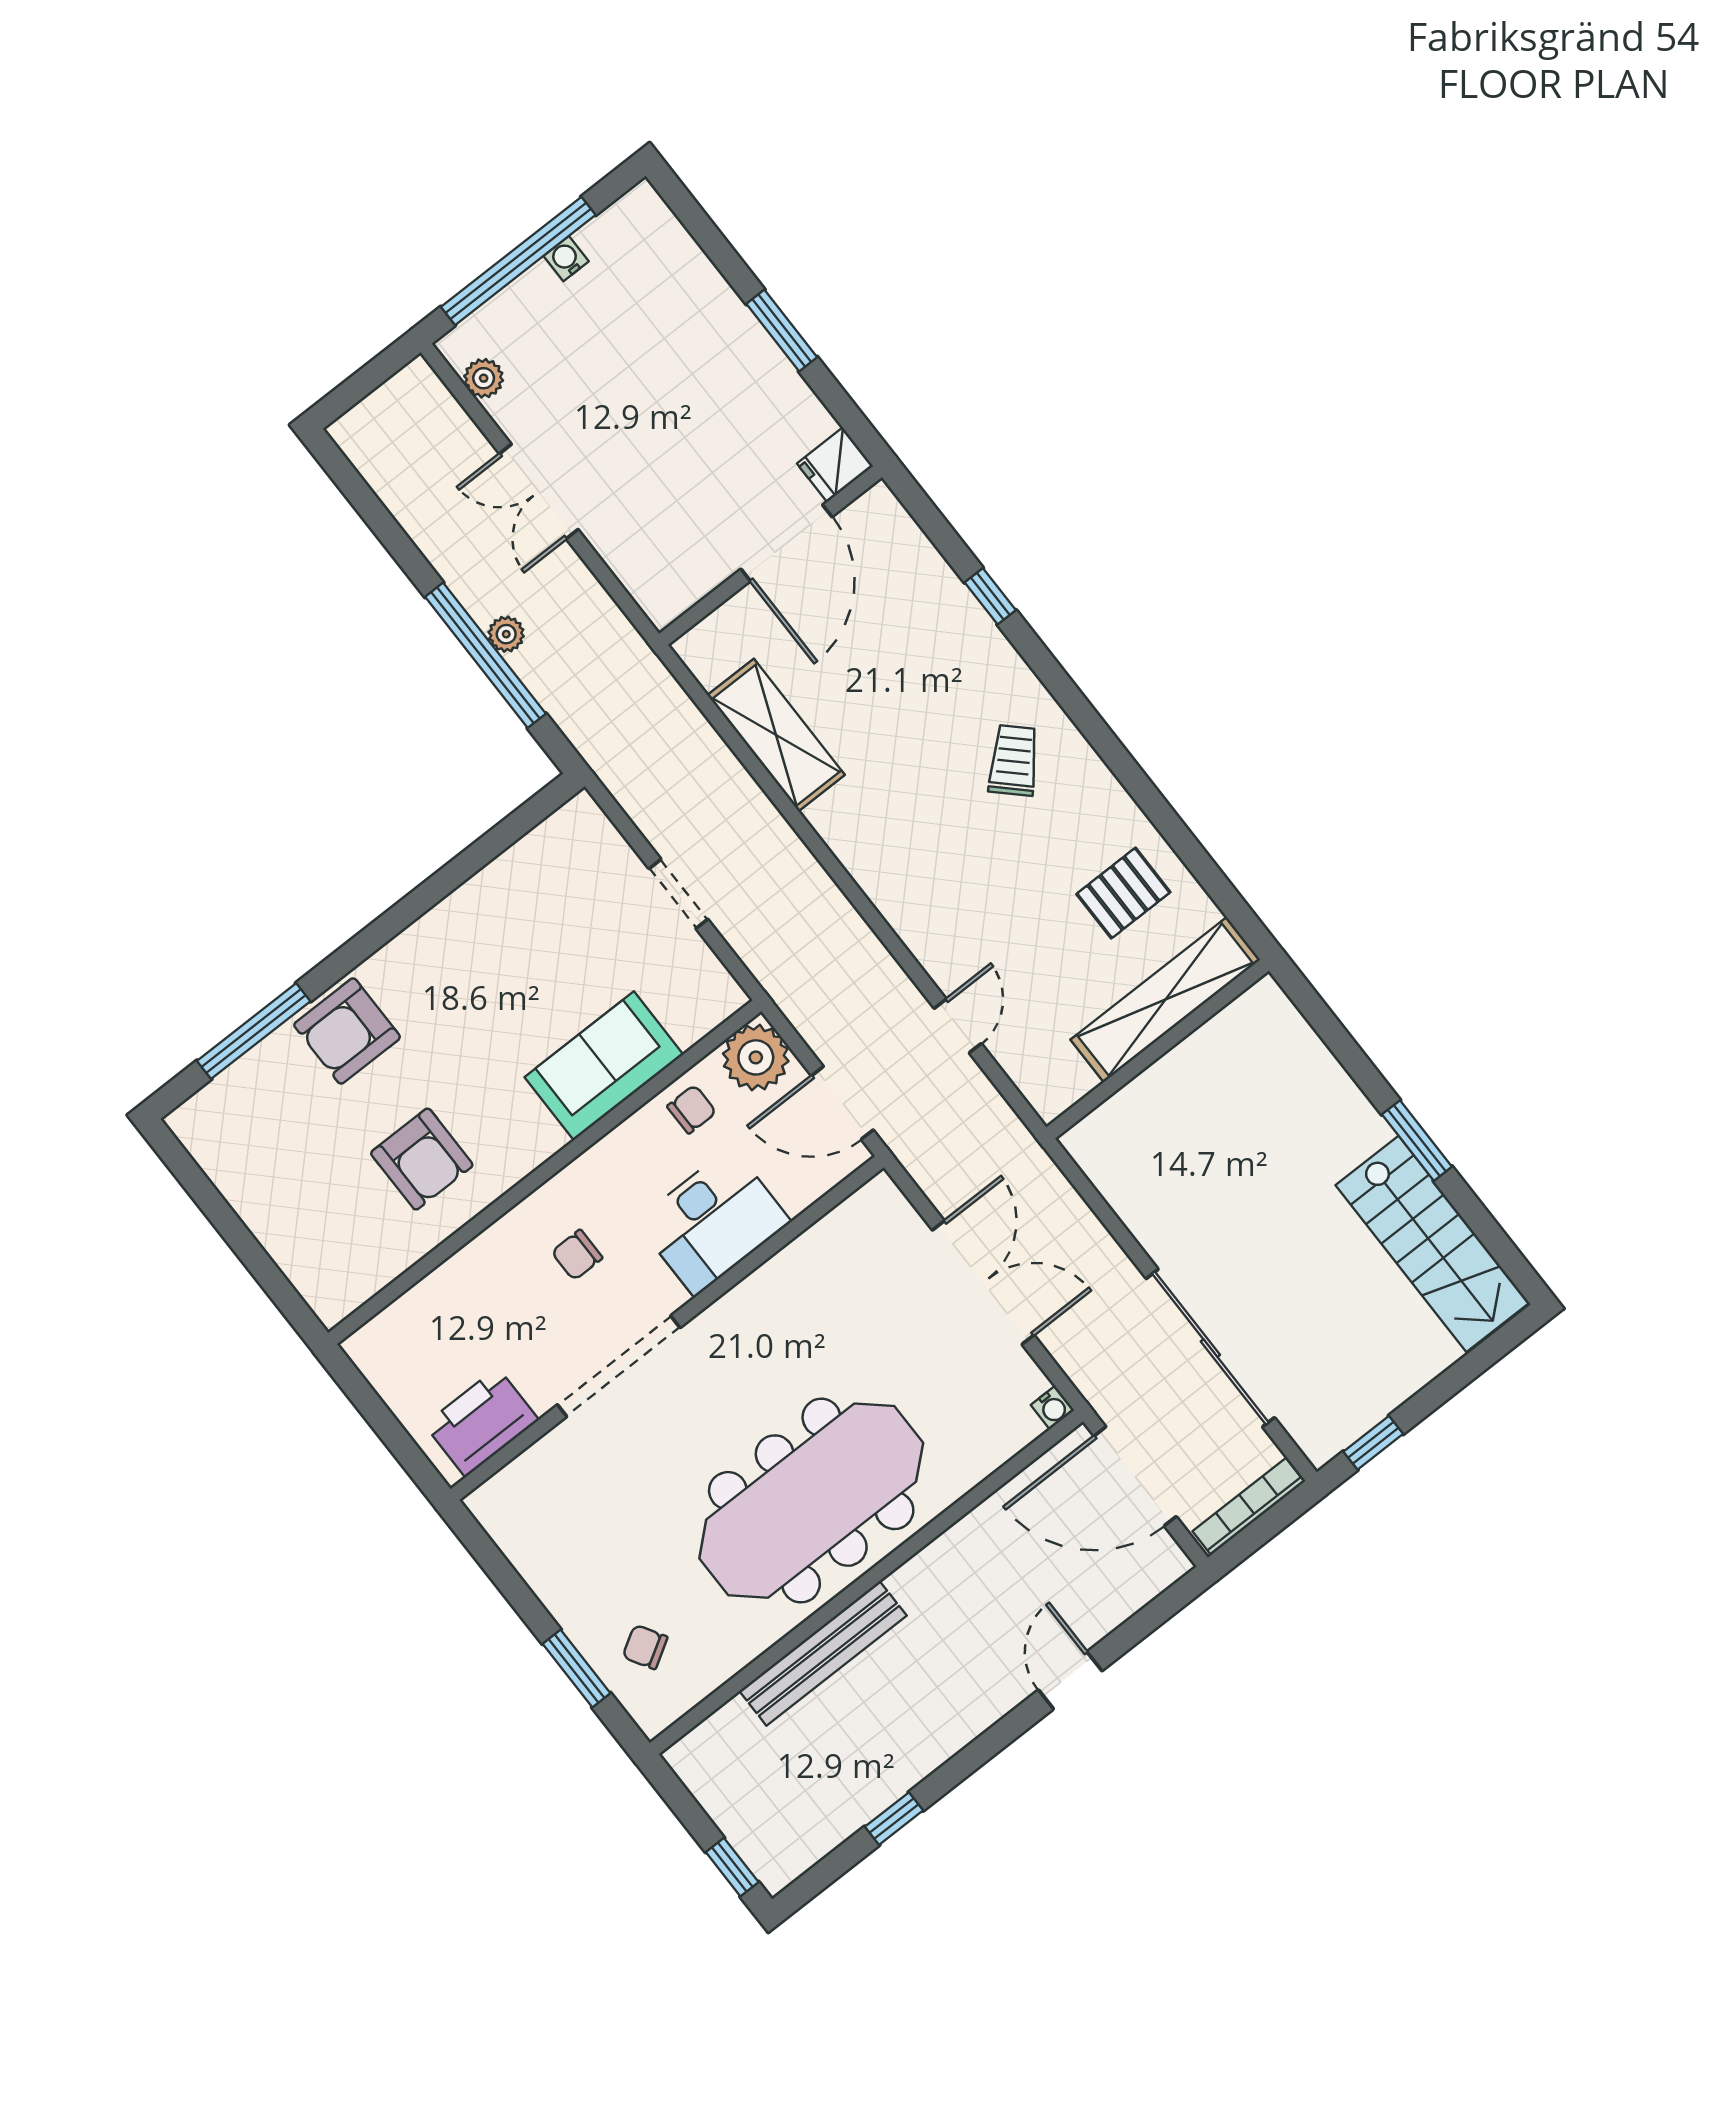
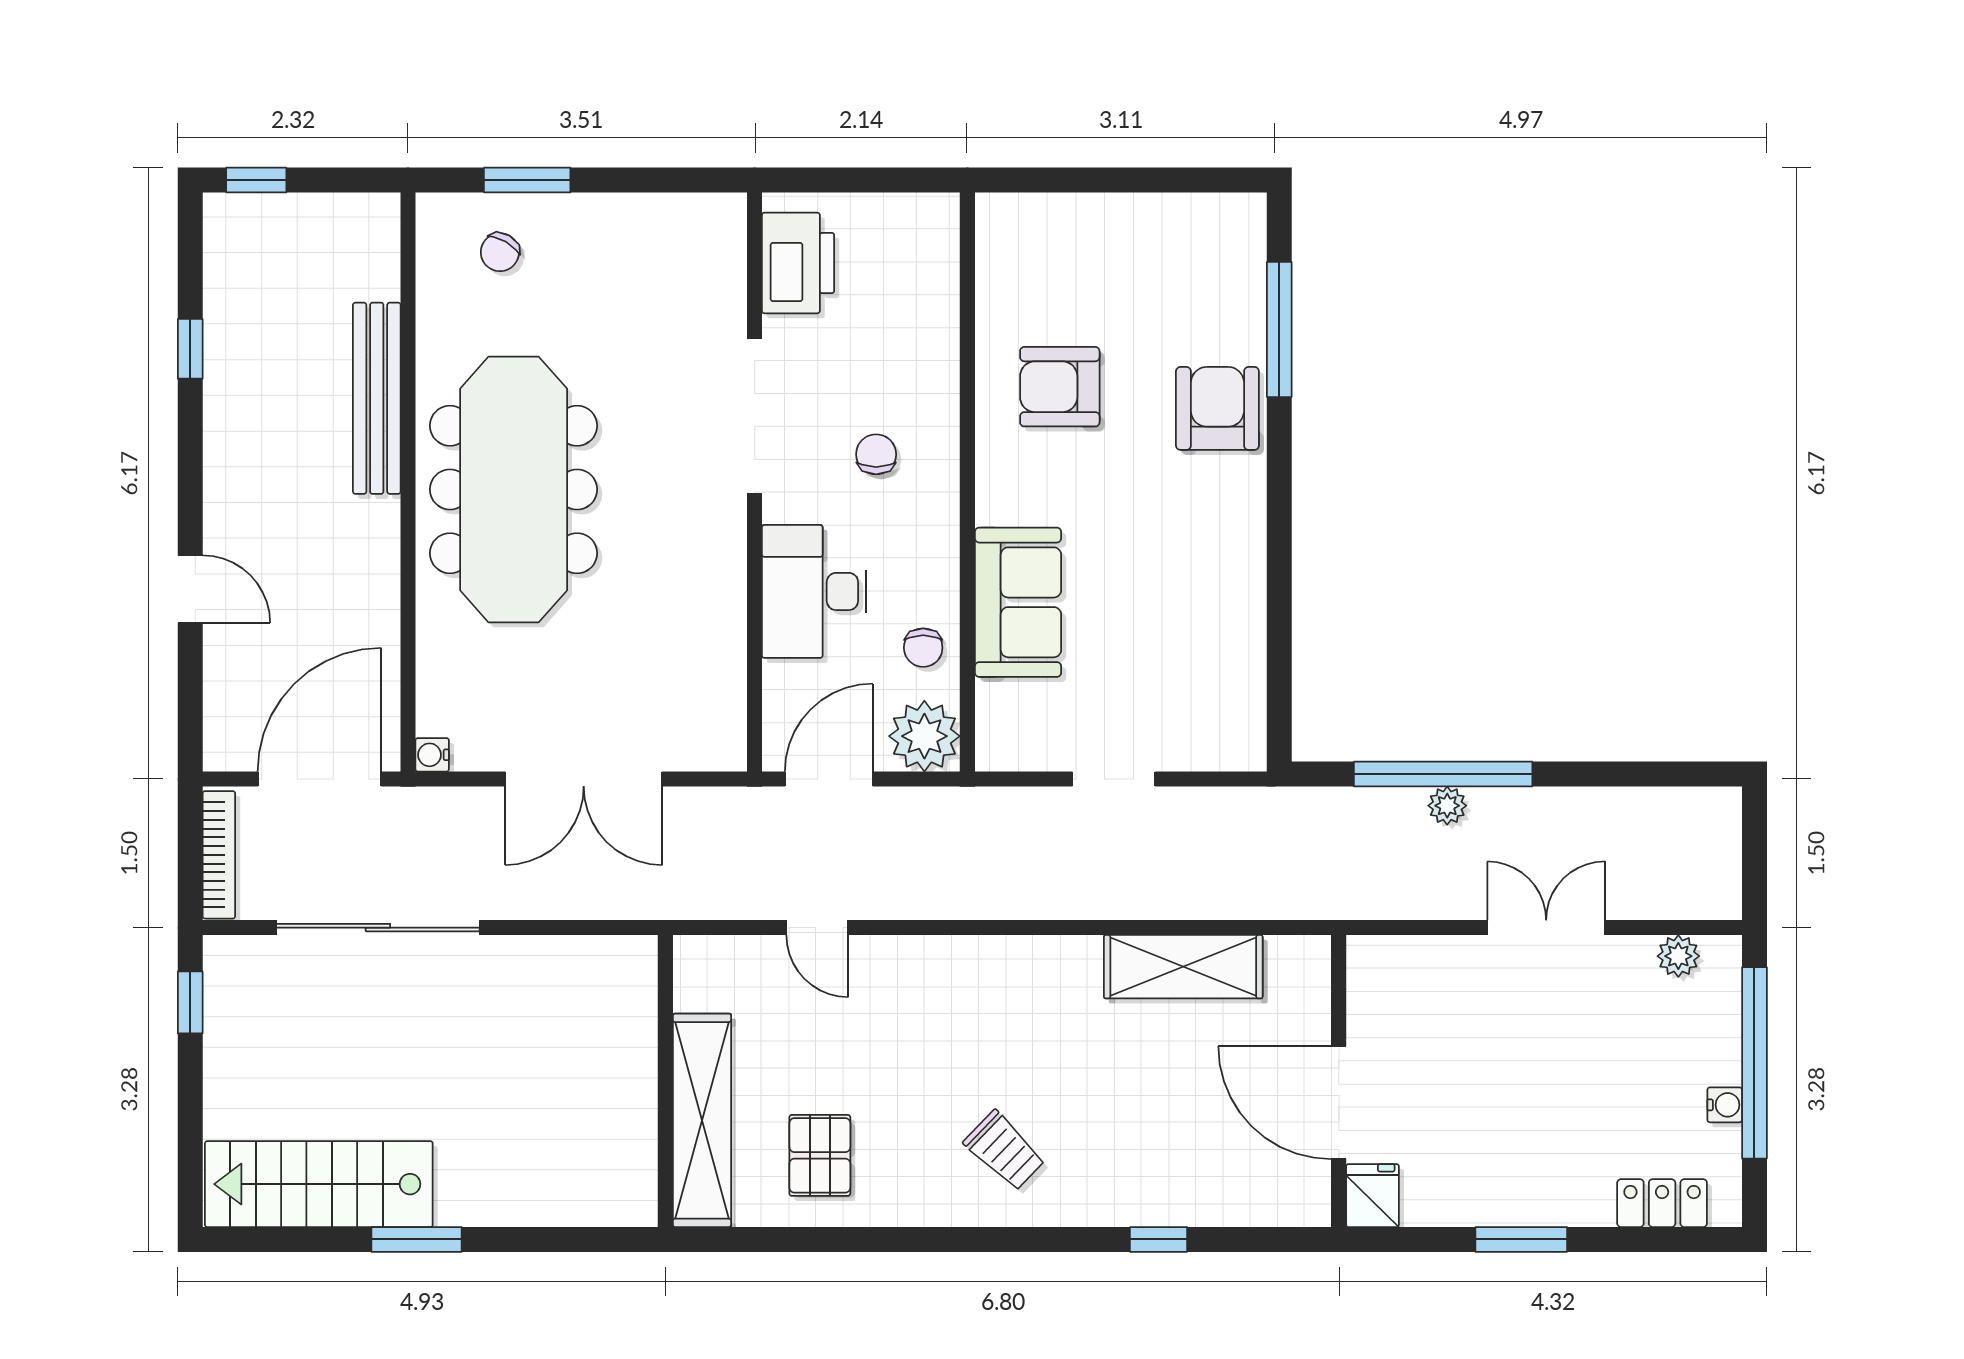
locker: (674, 248) -> (1662, 1203), added
chair: (645, 1647) -> (500, 252), turned 151

